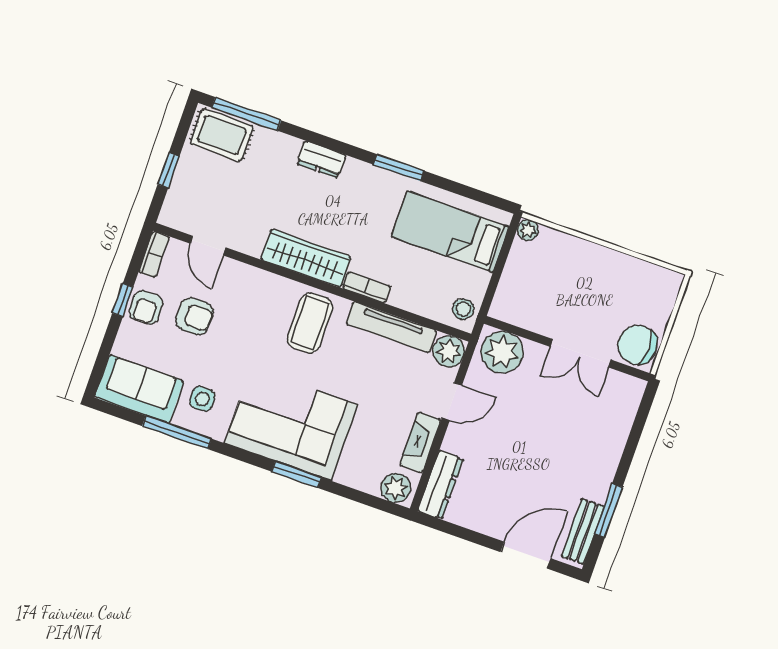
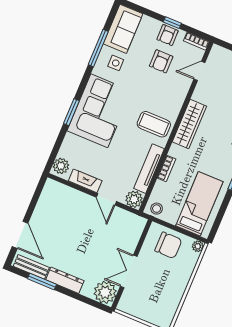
bookcase: (367, 287) -> (166, 168), moved
armchair: (146, 307) -> (167, 35), turned -90
chair: (637, 345) -> (168, 245), moved, turned 90
plant: (502, 352) -> (105, 292), moved
dresser: (441, 485) -> (65, 280), moved, turned 180

